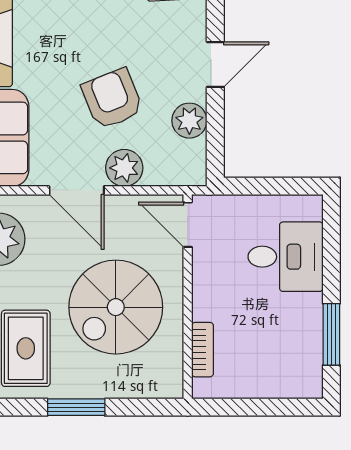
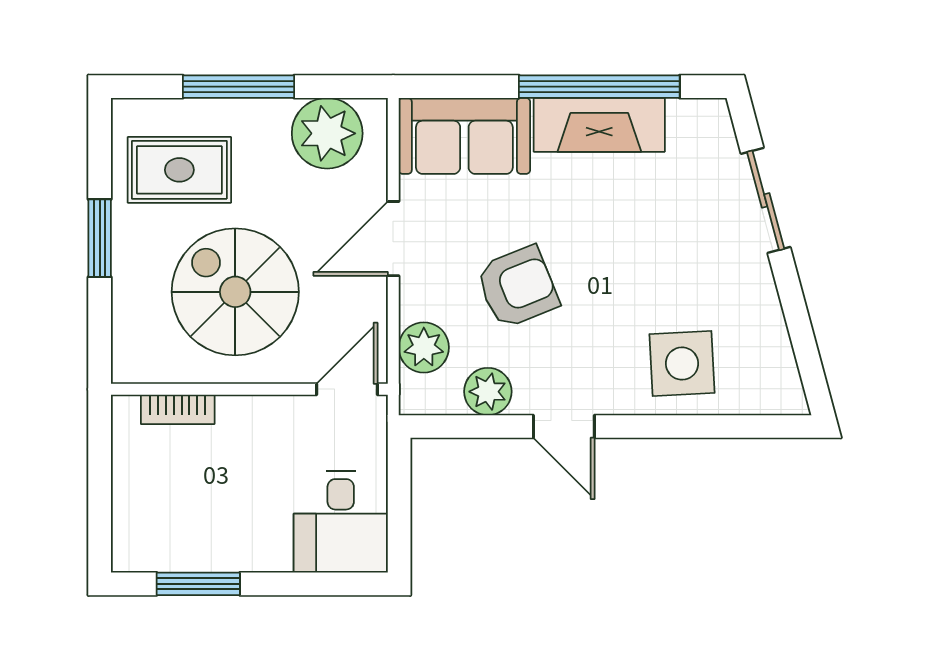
plant: (124, 168) -> (424, 347), moved
desk: (286, 257) -> (341, 522), moved

